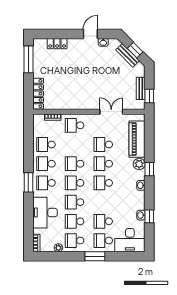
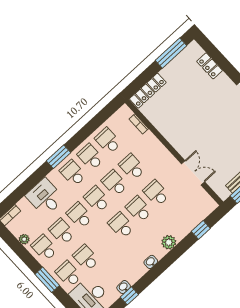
school desk: (75, 125) -> (132, 167), moved
piano: (137, 139) -> (190, 219), removed
window: (149, 169) -> (201, 230), moved
desk: (45, 213) -> (45, 197), width x0.73

